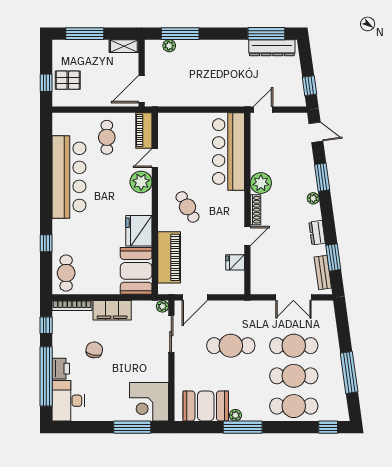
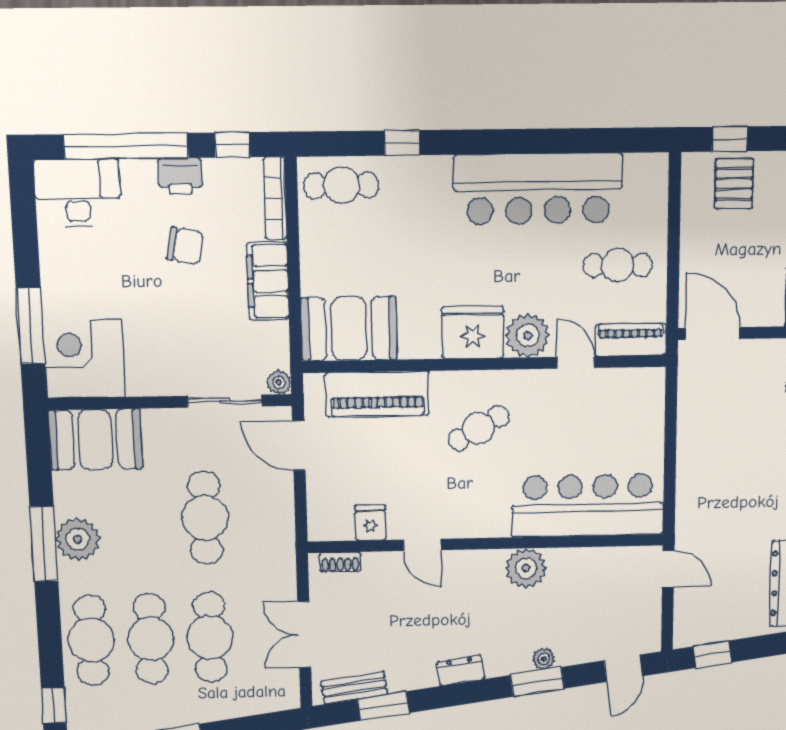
plant: (313, 198) -> (544, 659), moved
shoe rack: (255, 210) -> (340, 562), moved, width x0.70
fridge: (139, 231) -> (473, 332), moved
dresser: (317, 233) -> (461, 671), moved
printer: (61, 369) -> (180, 176), moved
booth: (206, 406) -> (95, 439), moved, turned 90
plant: (235, 415) -> (78, 539), width x1.87, depth x1.87

